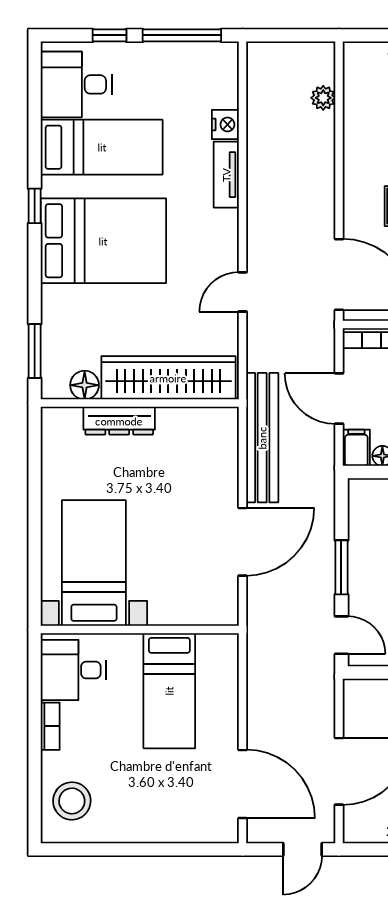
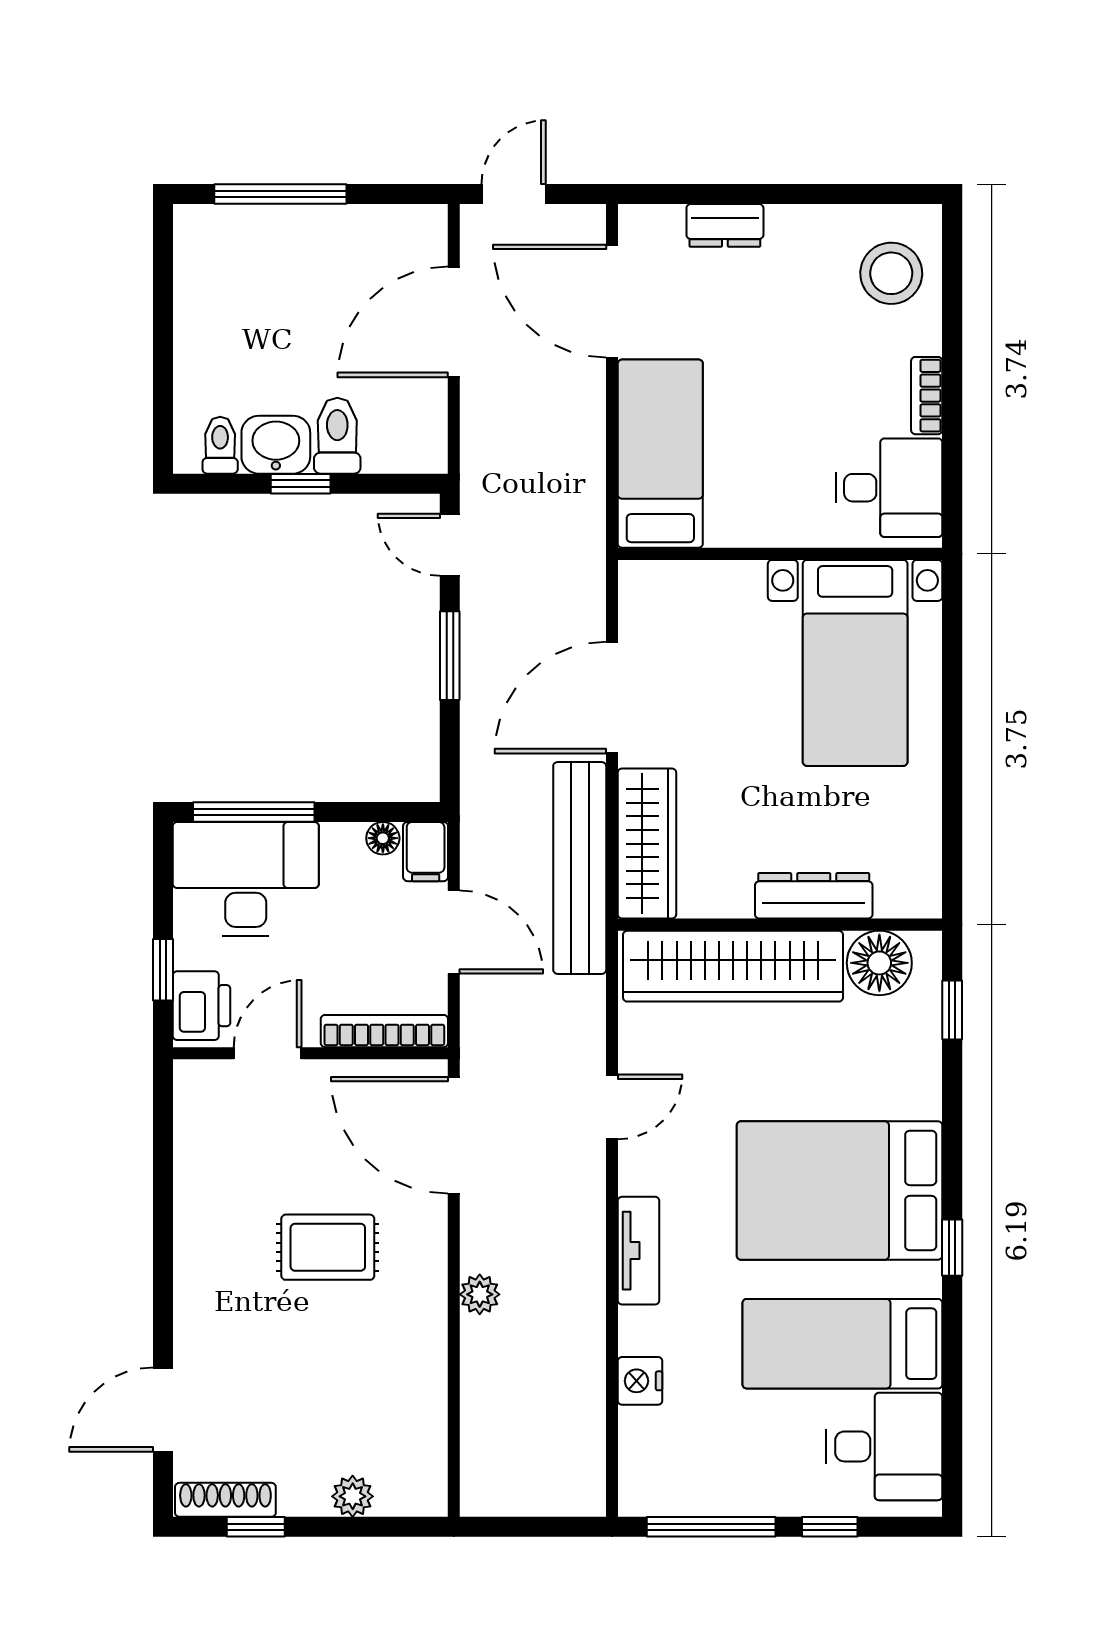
plant: (323, 98) -> (480, 1294), moved
tv unit: (226, 175) -> (639, 1251), moved
window: (35, 351) -> (952, 1010), width x0.67
floor lamp: (85, 385) -> (879, 963), width x1.38, depth x1.38
wardrobe: (221, 453) -> (647, 844), added
bed: (169, 691) -> (660, 454), moved
dresser: (173, 830) -> (725, 225), added

